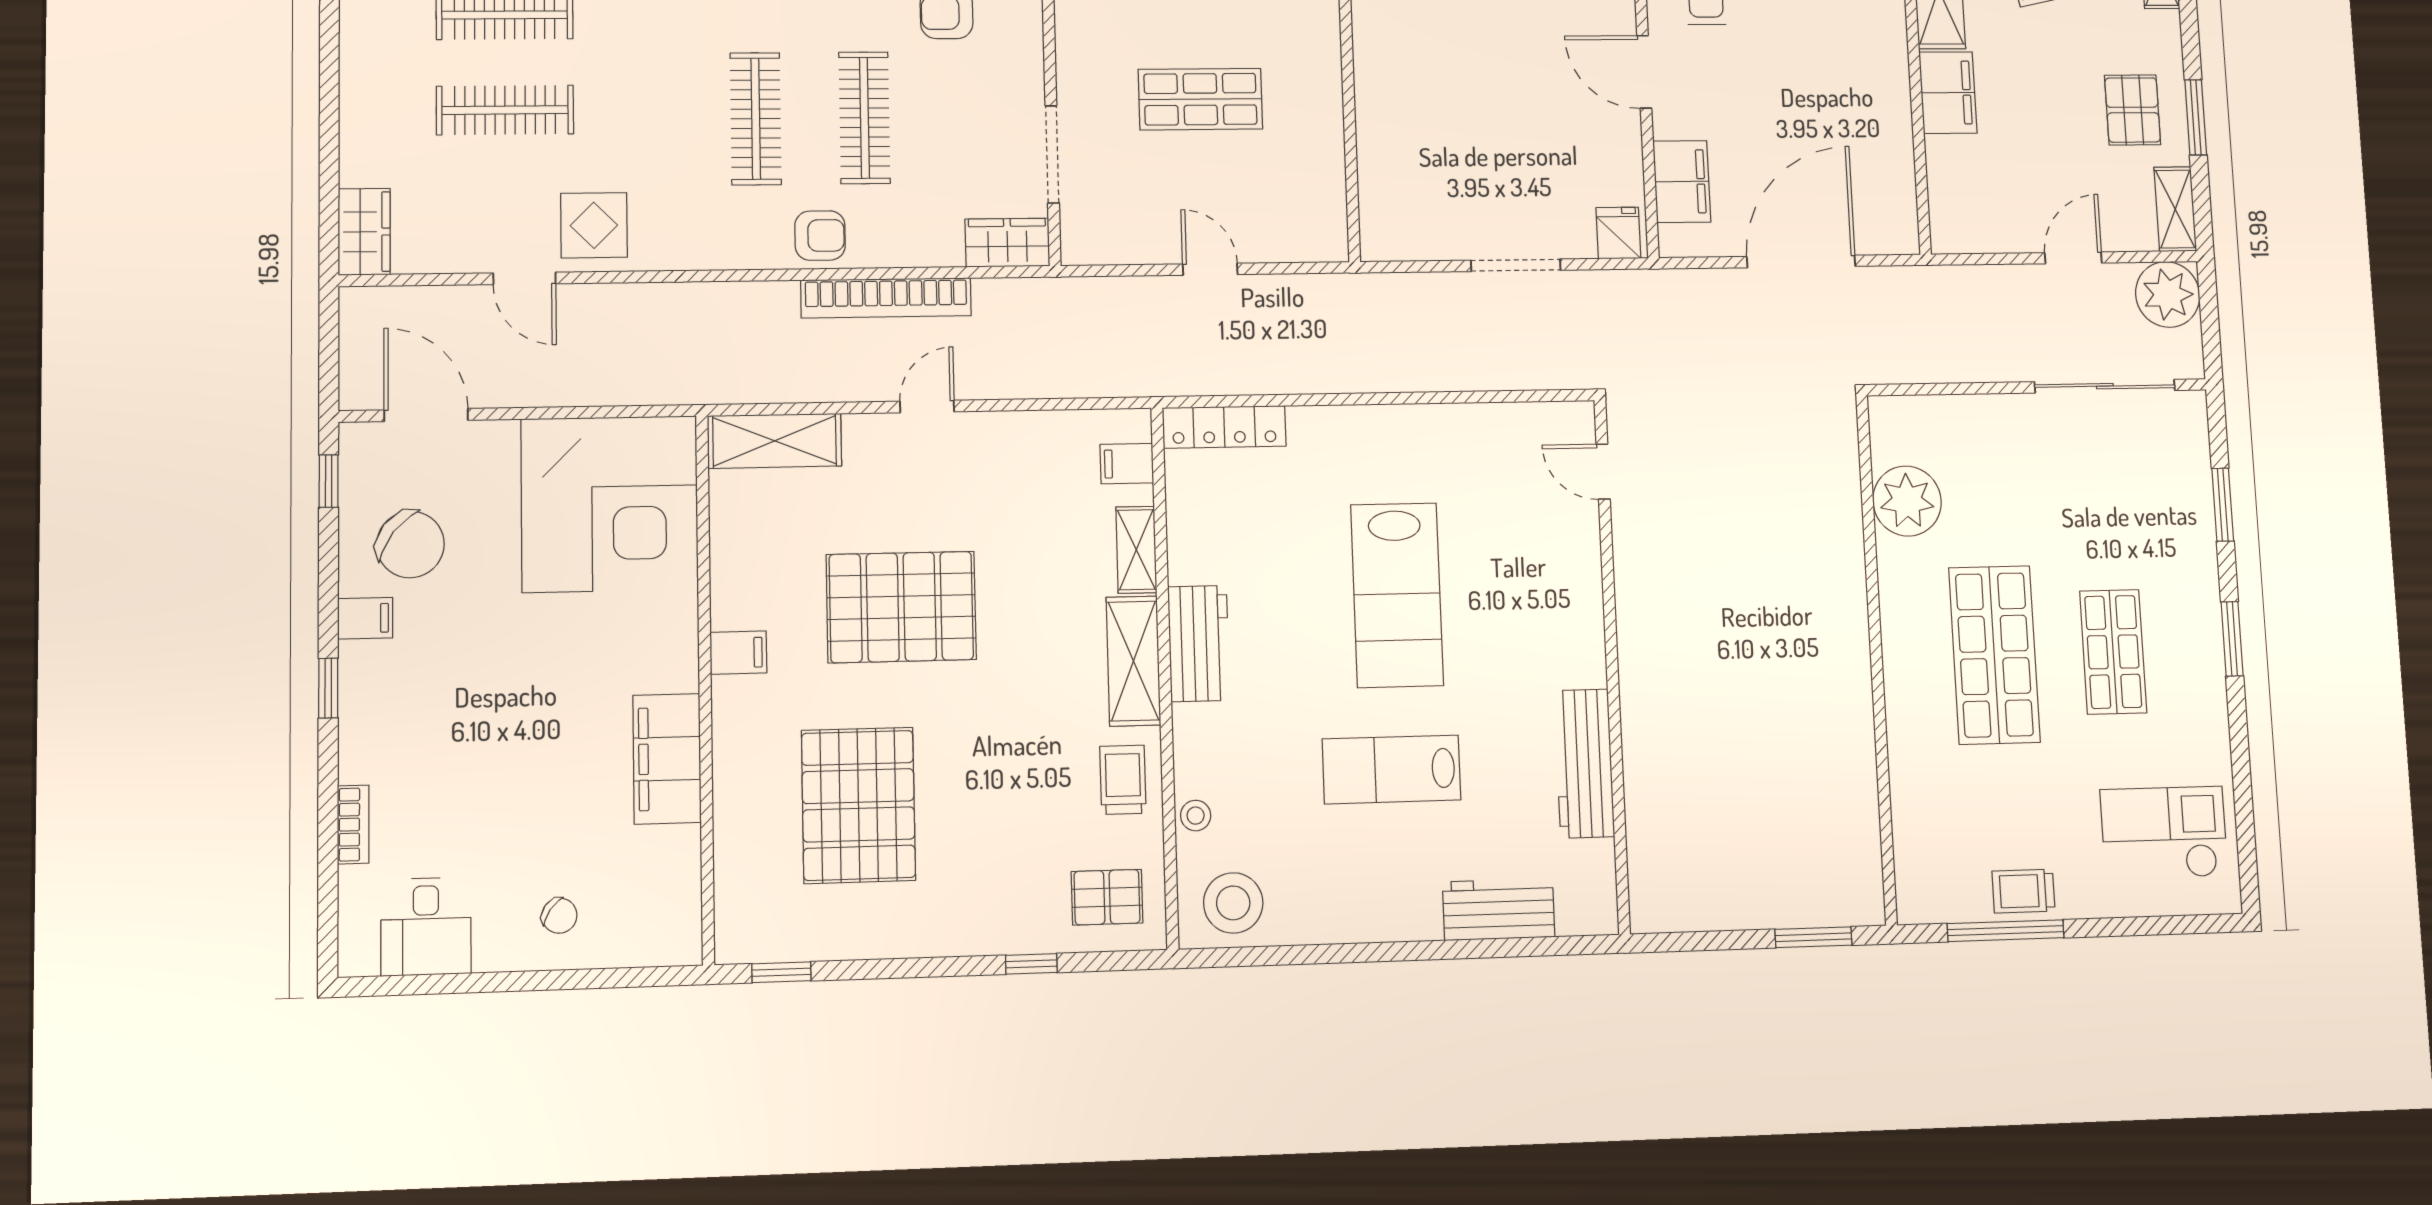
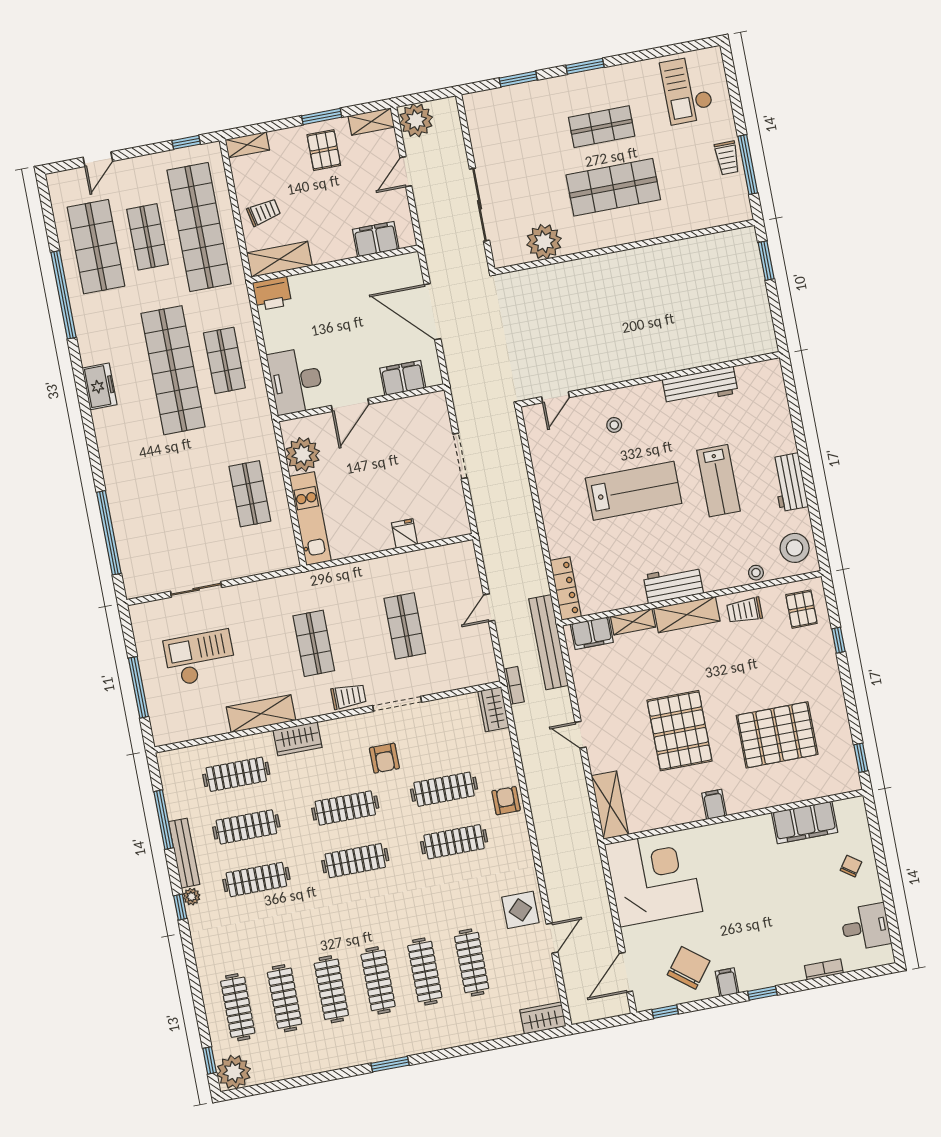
filing cabinet: (1948, 93) -> (376, 239), moved
pallet: (2133, 110) -> (324, 150), turned 90
doorway: (1052, 154) -> (397, 704), moved
fridge: (1618, 233) -> (405, 534), moved, turned 90
door: (2073, 258) -> (406, 172), hinge flipped
bookcase: (886, 298) -> (514, 685), moved, width x0.43, depth x0.76
bench: (1123, 375) -> (549, 642), added
sliding door: (2105, 386) -> (480, 205), moved
filing cabinet: (1127, 464) -> (592, 633), width x2.00
stool: (1532, 578) -> (614, 425), added
filing cabinet: (667, 759) -> (805, 822), moved
workbench: (1499, 909) -> (789, 482), moved

